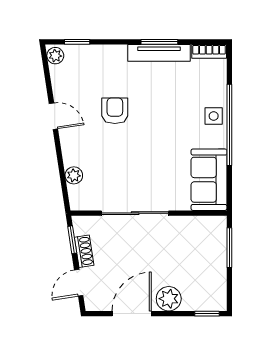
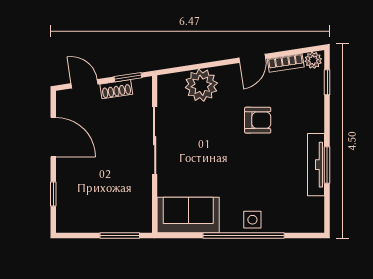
bookcase: (209, 51) -> (286, 63), moved, turned -99
plant: (74, 175) -> (201, 85), width x1.87, depth x1.87
plant: (169, 299) -> (68, 174), removed
window: (207, 314) -> (53, 194), moved

